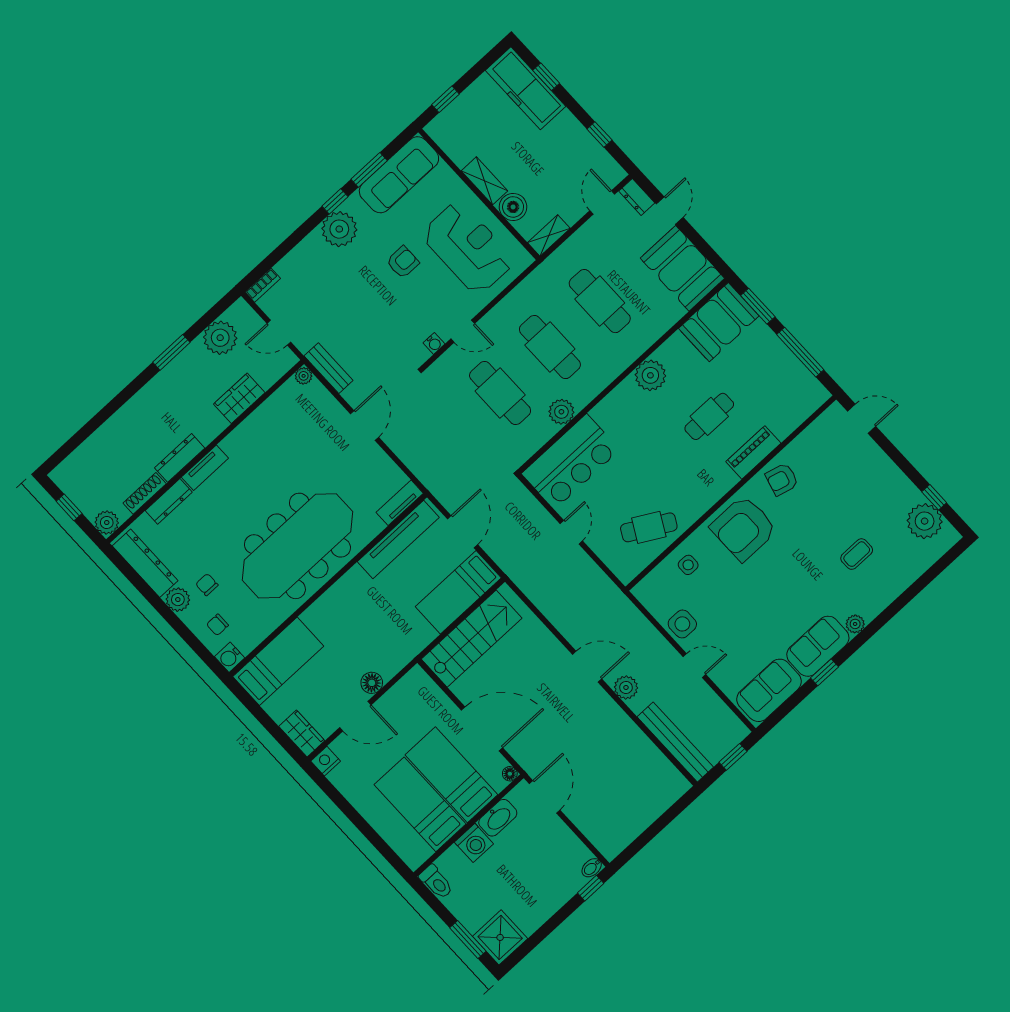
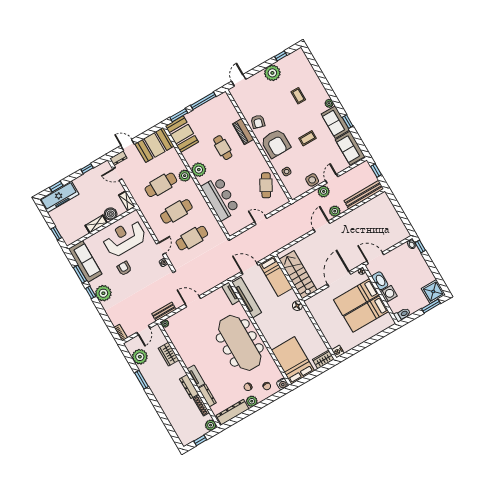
plant: (561, 412) -> (185, 176), moved
bar counter: (571, 462) -> (220, 198), moved
plant: (925, 521) -> (272, 73), moved
coffee table: (770, 594) -> (308, 138), added
plant: (663, 654) -> (324, 191), added
bed: (278, 661) -> (293, 360), width x1.50
floor lamp: (372, 683) -> (297, 306), moved
door: (355, 716) -> (321, 334), removed

